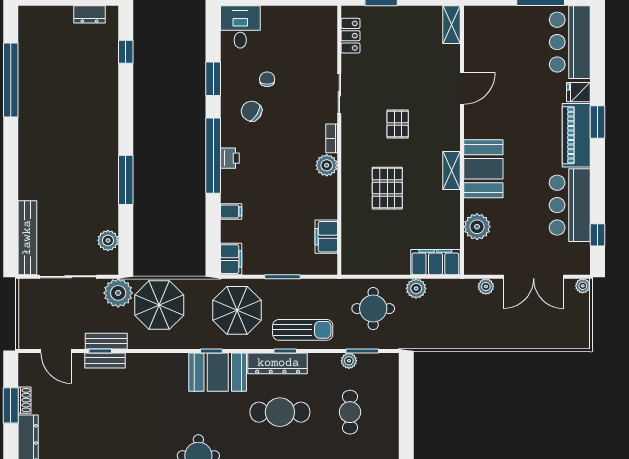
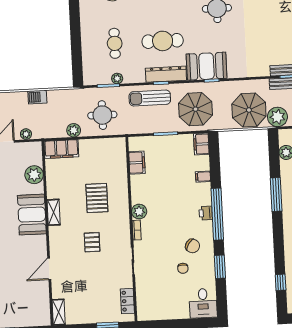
barbecue: (467, 340) -> (37, 97), added

